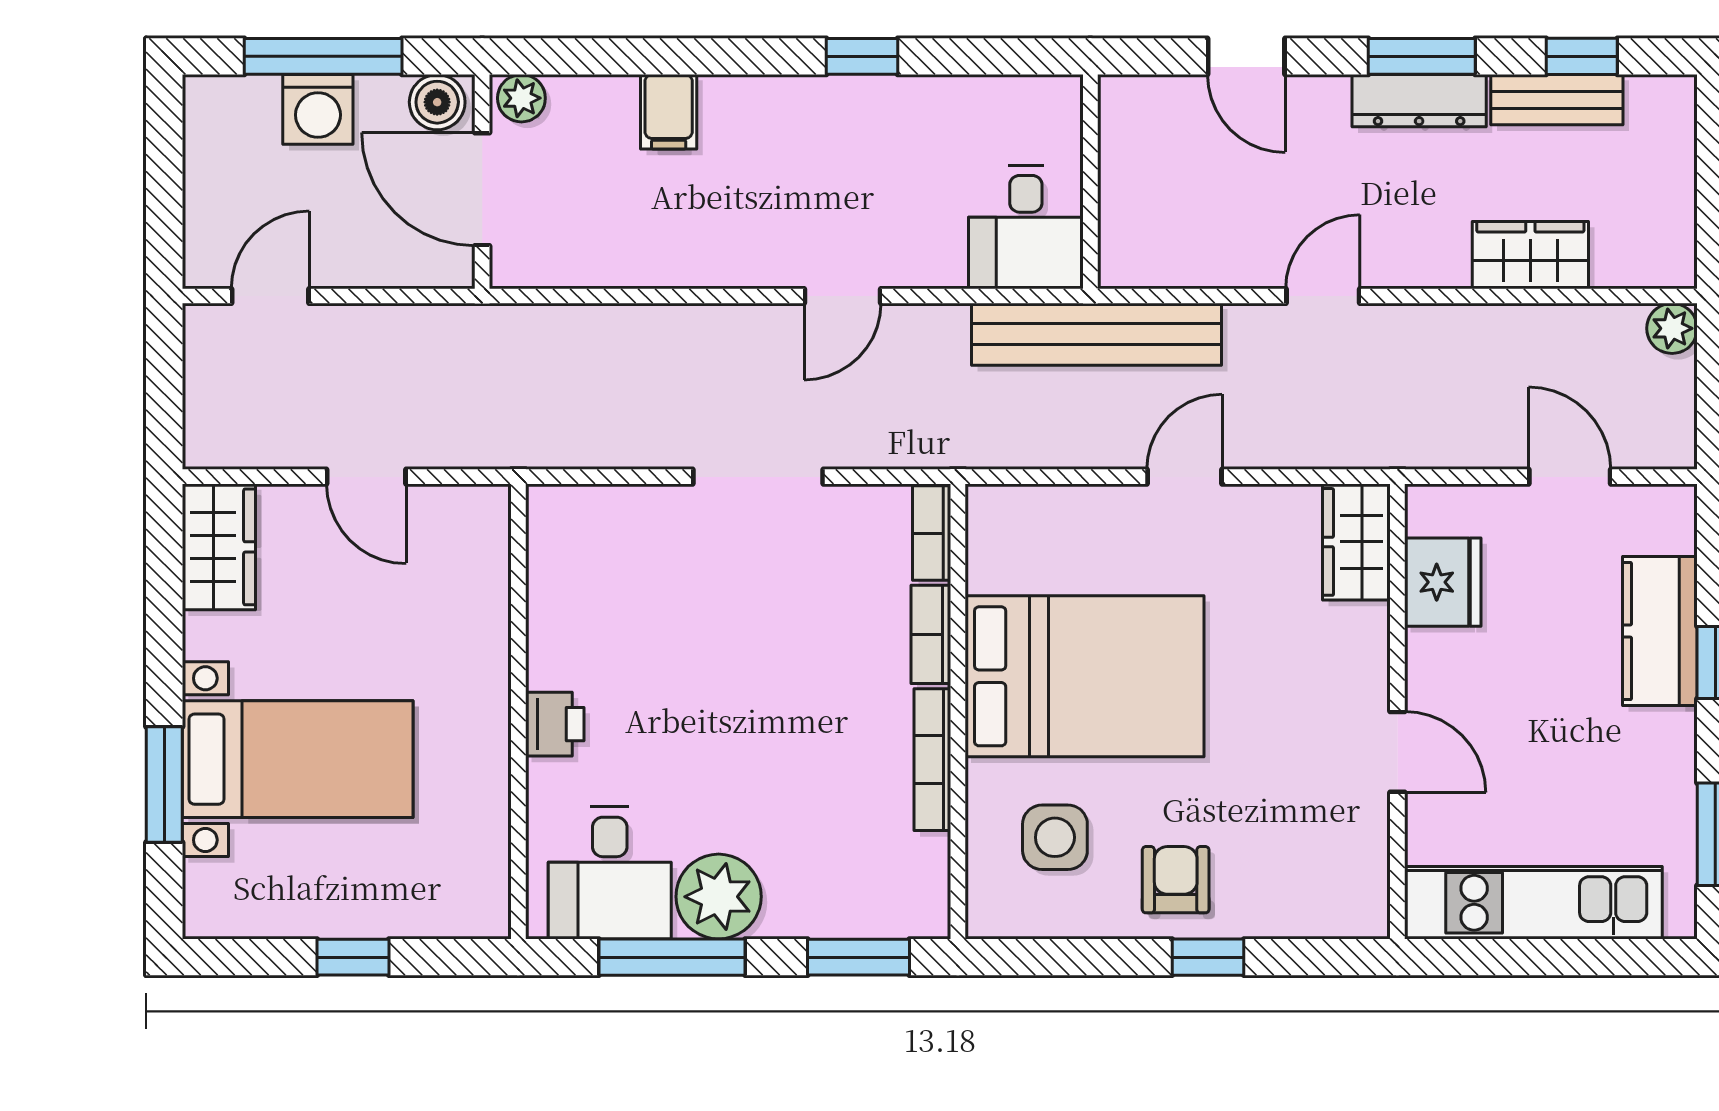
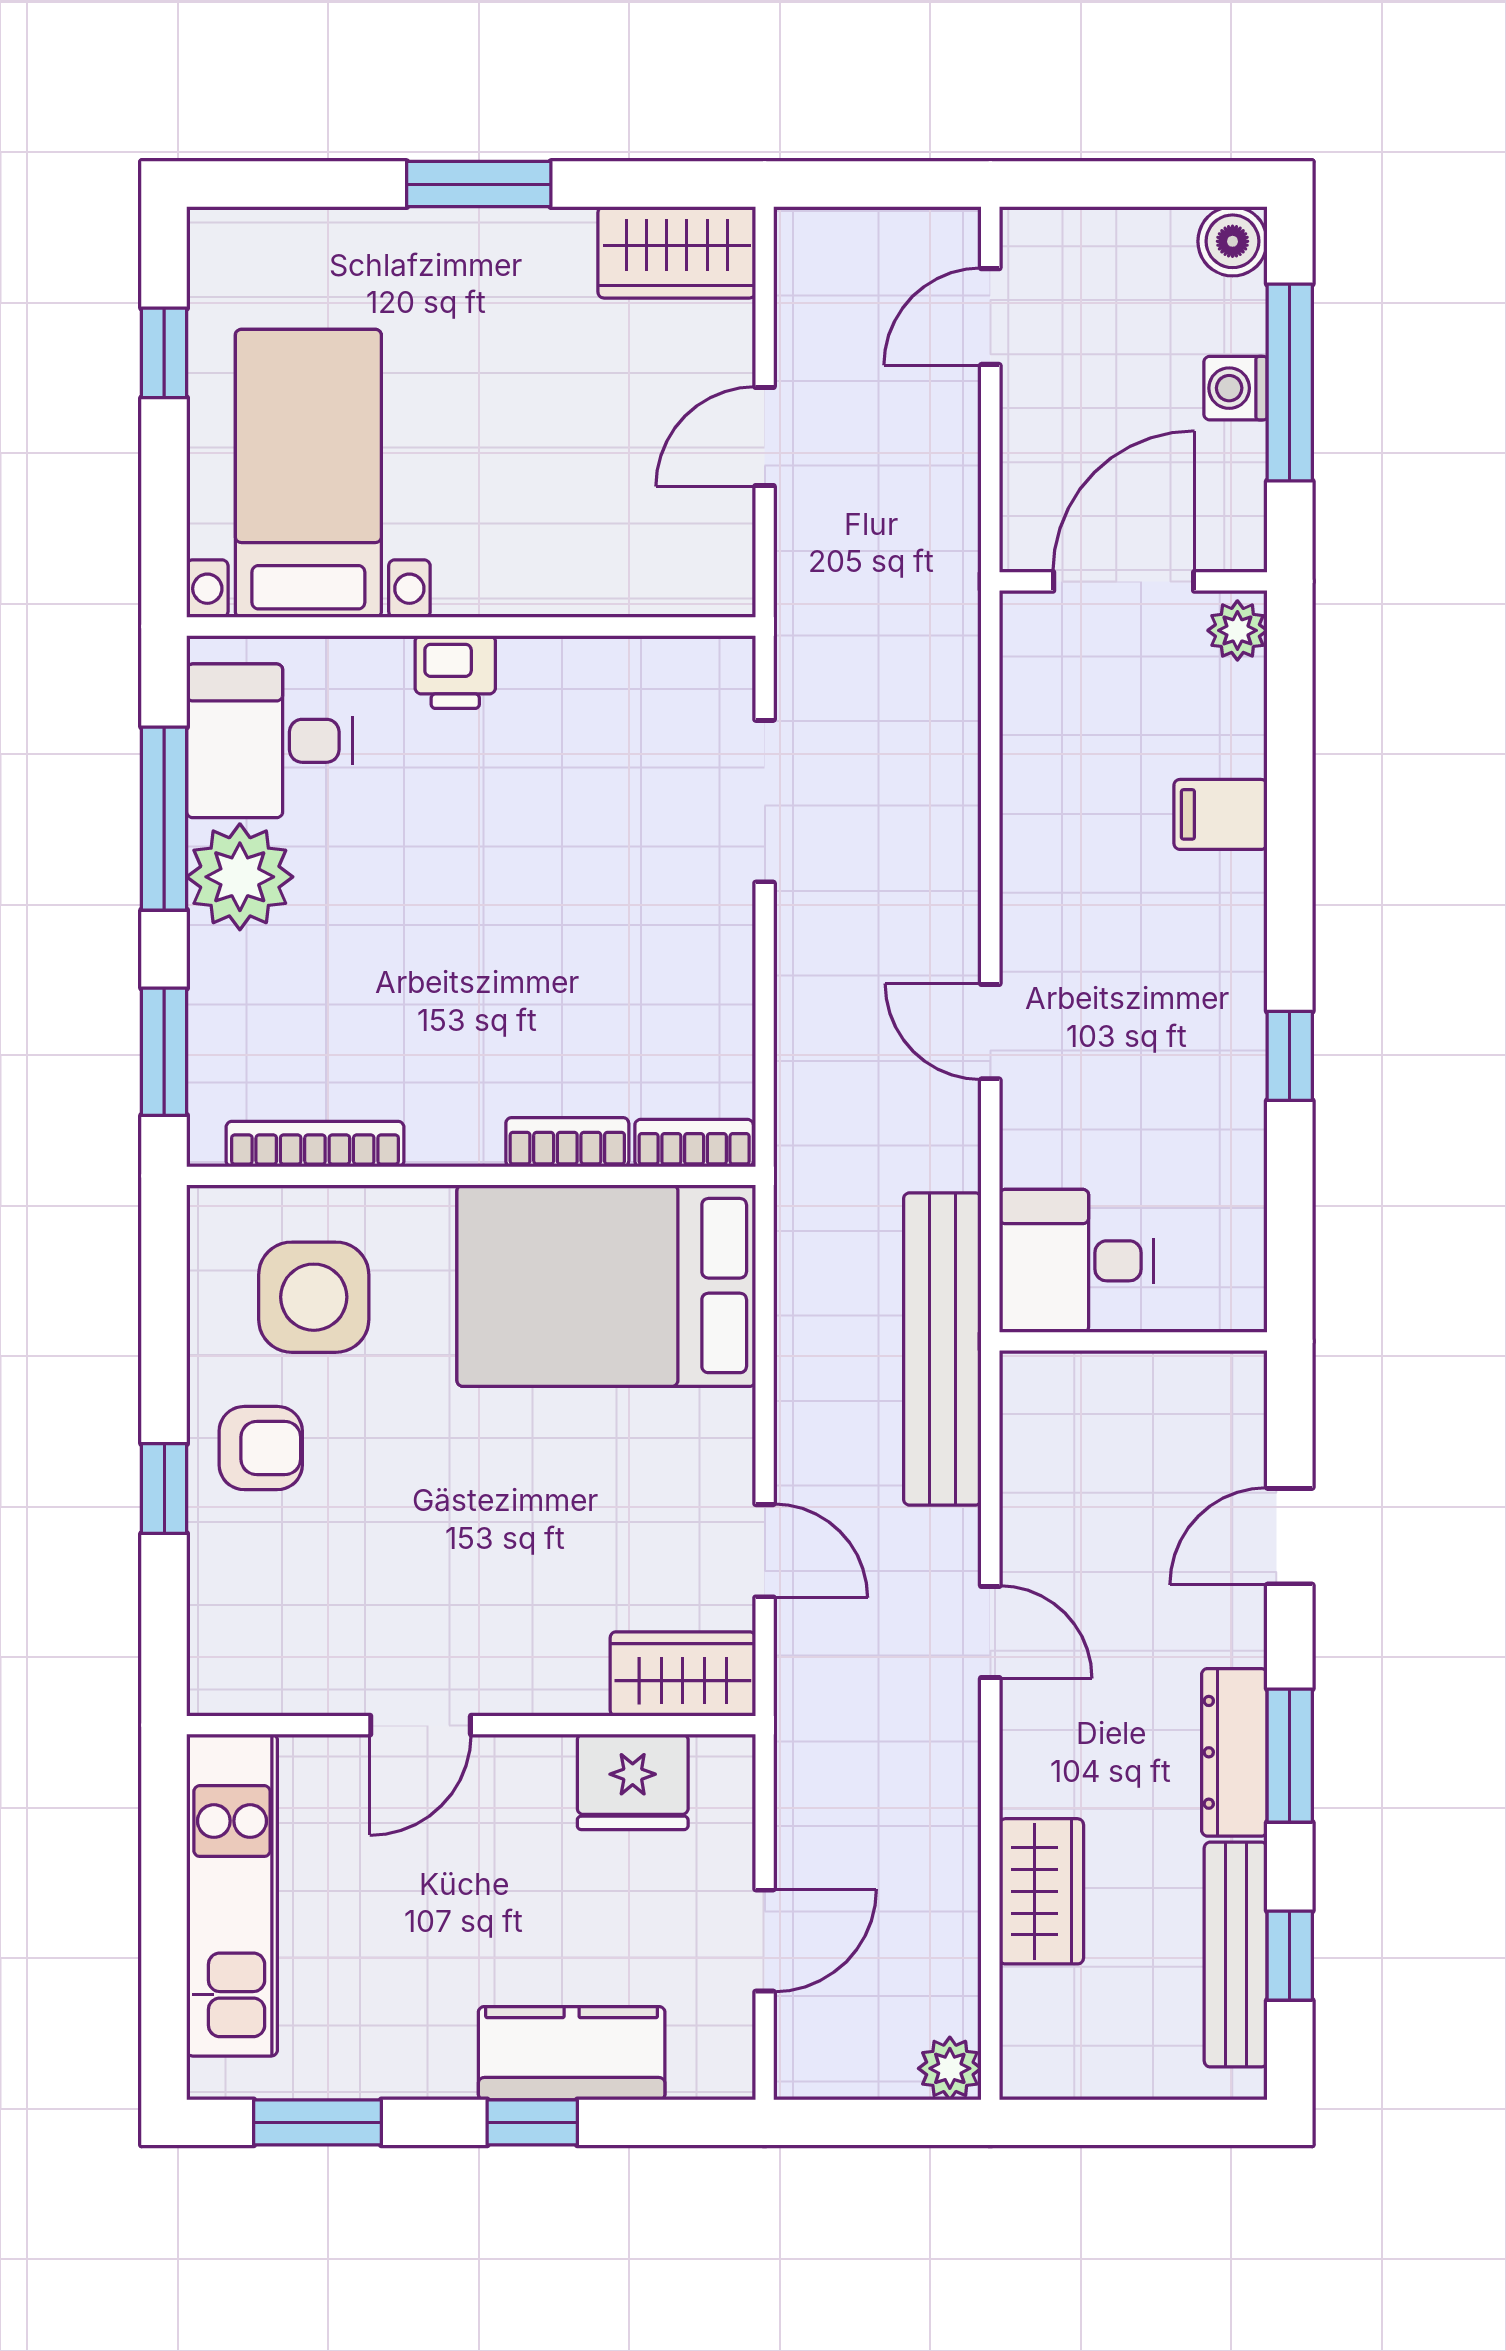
bench: (1557, 100) -> (1236, 1955), width x1.36
boiler: (437, 102) -> (1233, 241), moved
washing machine: (318, 109) -> (1235, 388), width x0.73, depth x0.73
door: (270, 296) -> (990, 317), swing flipped
doorway: (758, 477) -> (765, 801), moved
door: (1184, 477) -> (765, 1551), moved
bed: (1084, 676) -> (606, 1286), moved, turned 90
bed with nightstands: (298, 759) -> (308, 473), moved, turned 180
bookcase: (932, 760) -> (315, 1144), moved
window: (164, 785) -> (479, 184), moved
side table: (1055, 837) -> (314, 1297), width x1.37, depth x1.37
window: (353, 957) -> (164, 353), moved

